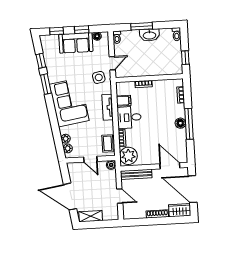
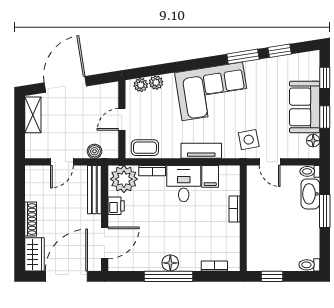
washbasin: (149, 35) -> (310, 194), moved
printer: (146, 160) -> (116, 206), added
boiler: (111, 165) -> (94, 151), moved

